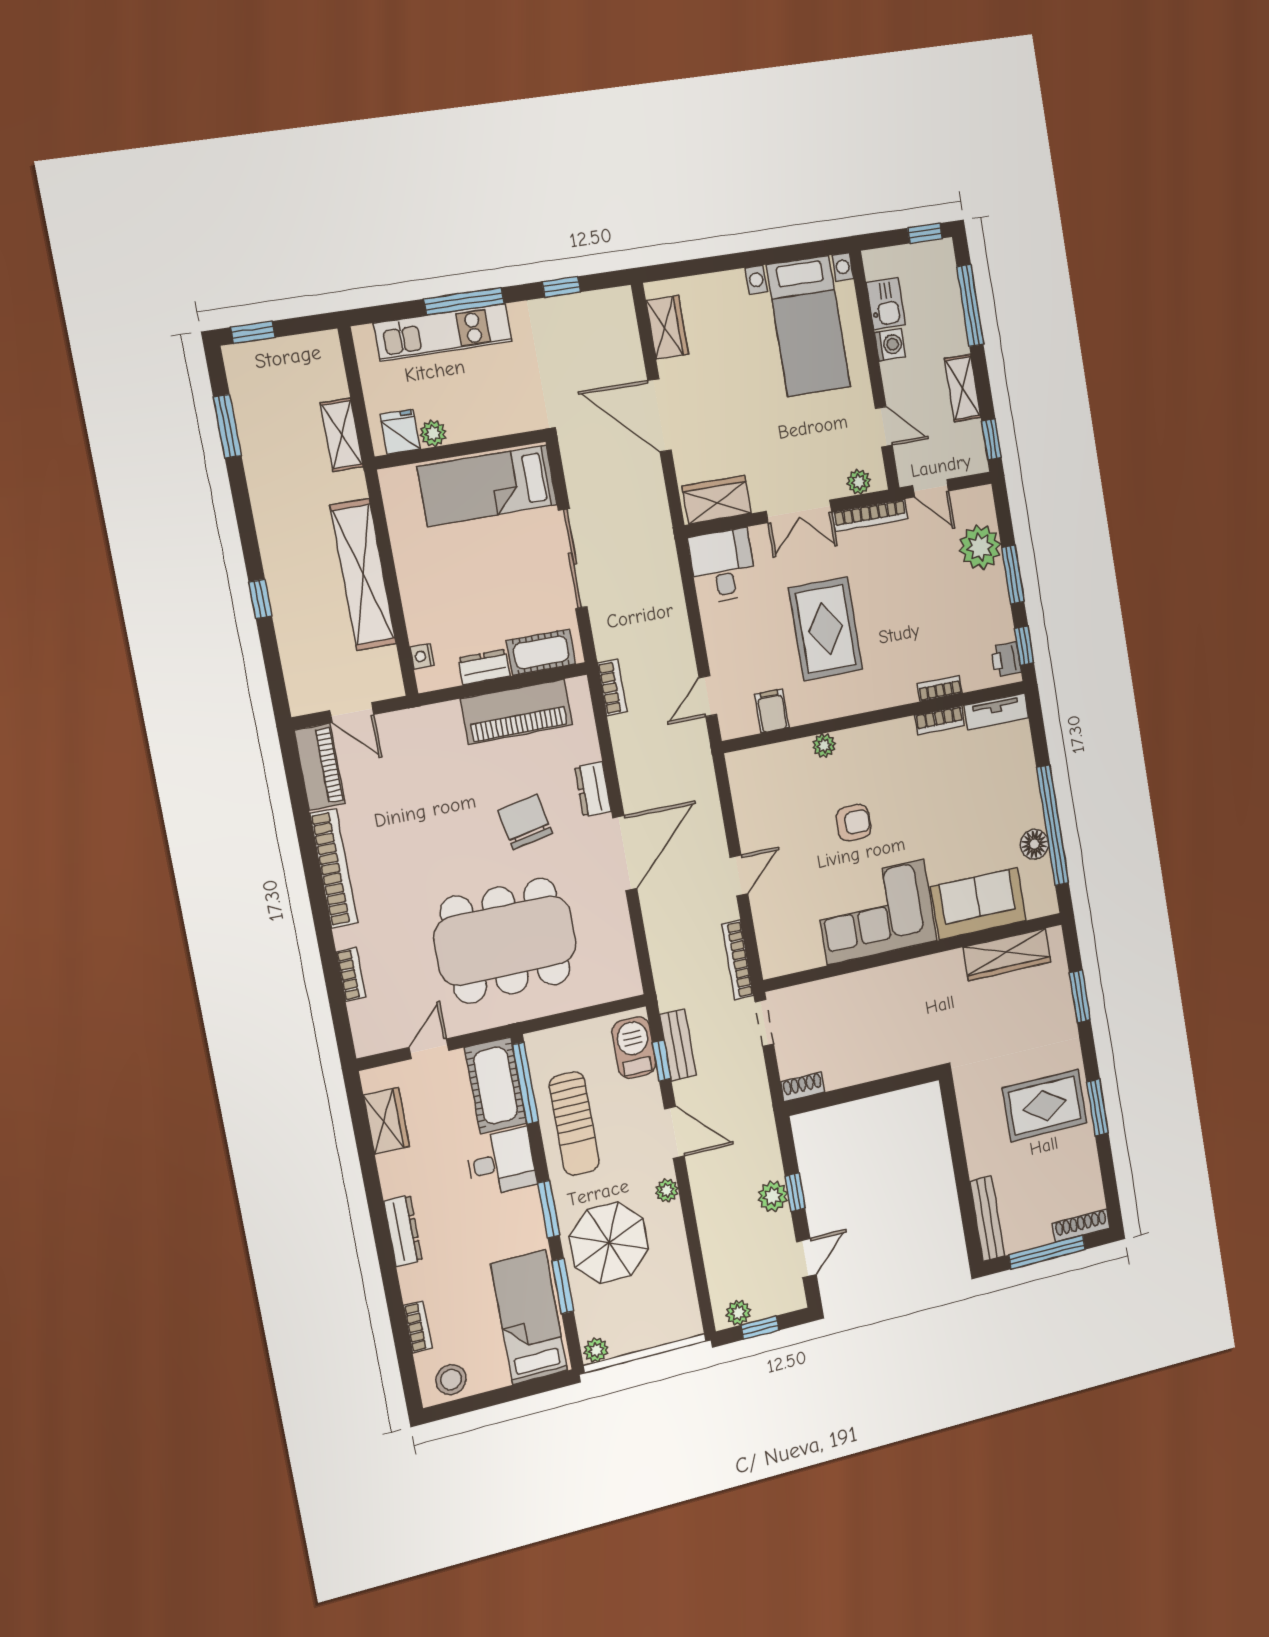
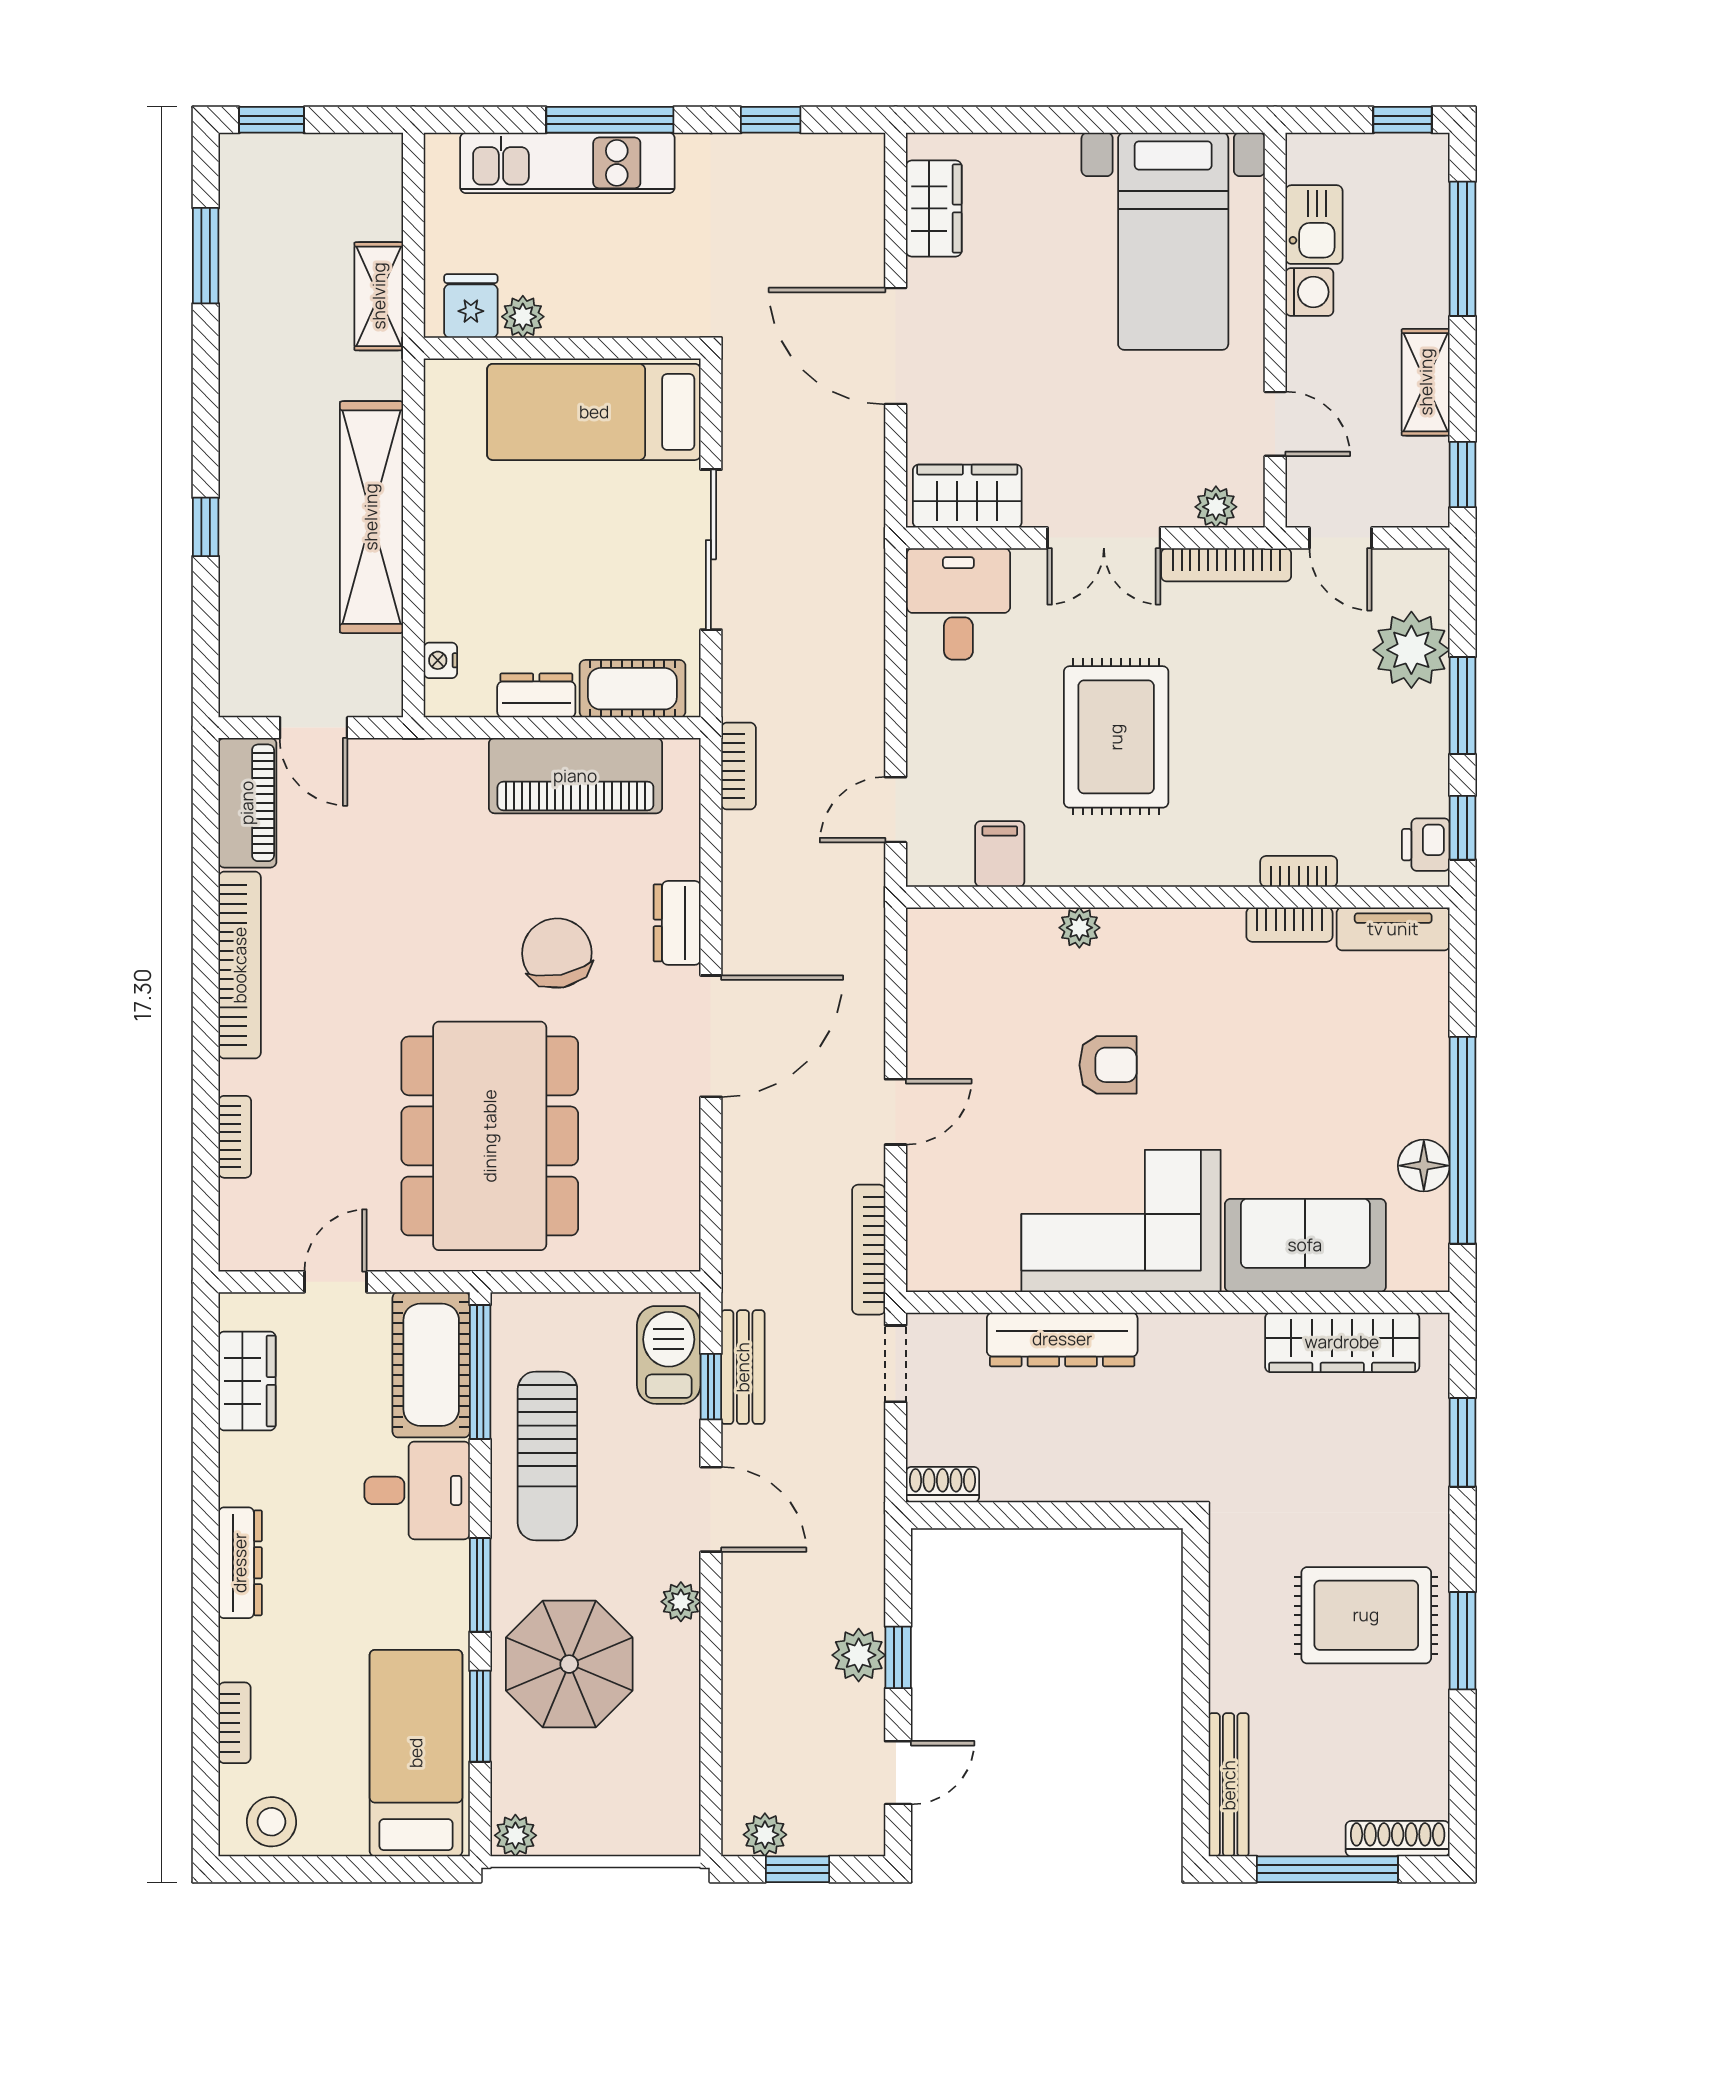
dining table: (505, 941) -> (490, 1136), turned 90
dresser: (855, 988) -> (1062, 1339), added

